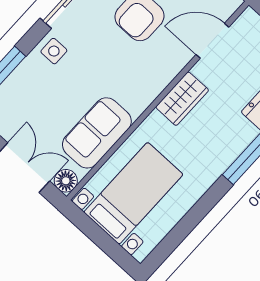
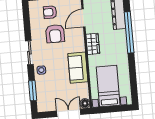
sofa: (97, 133) -> (78, 68), moved

